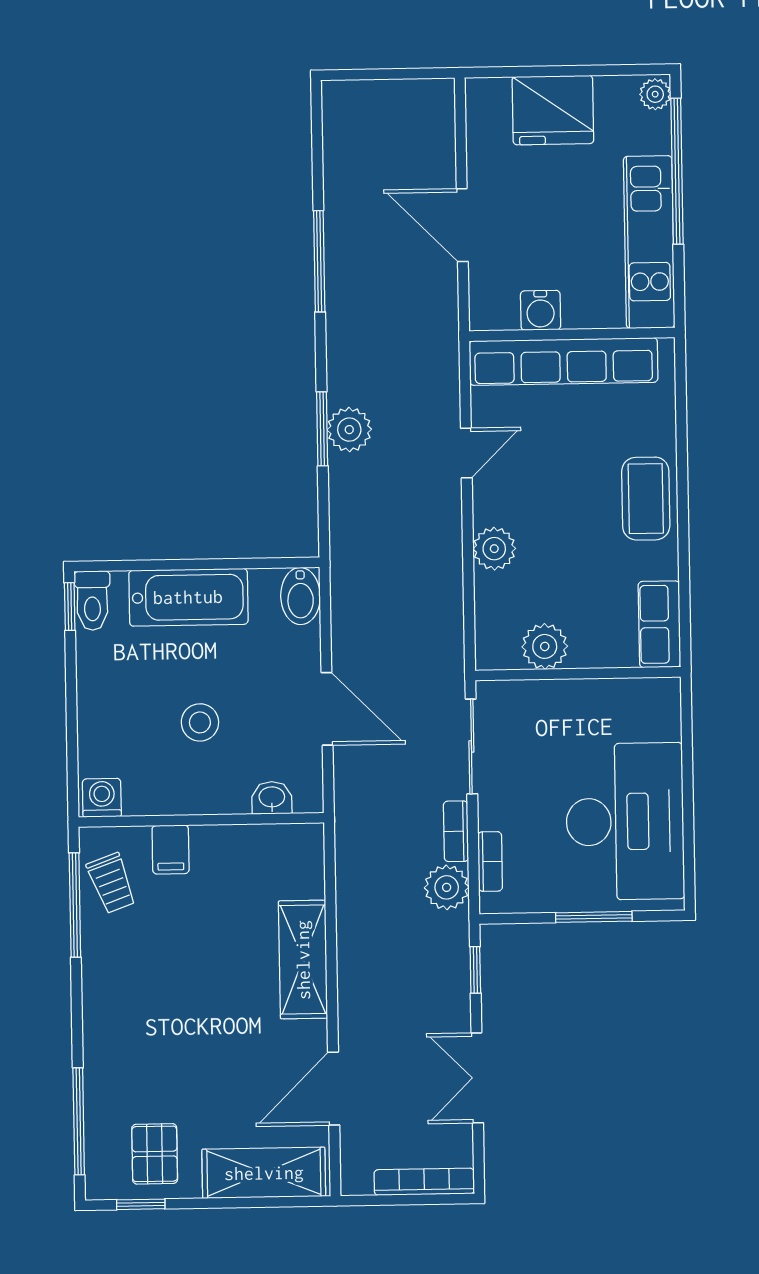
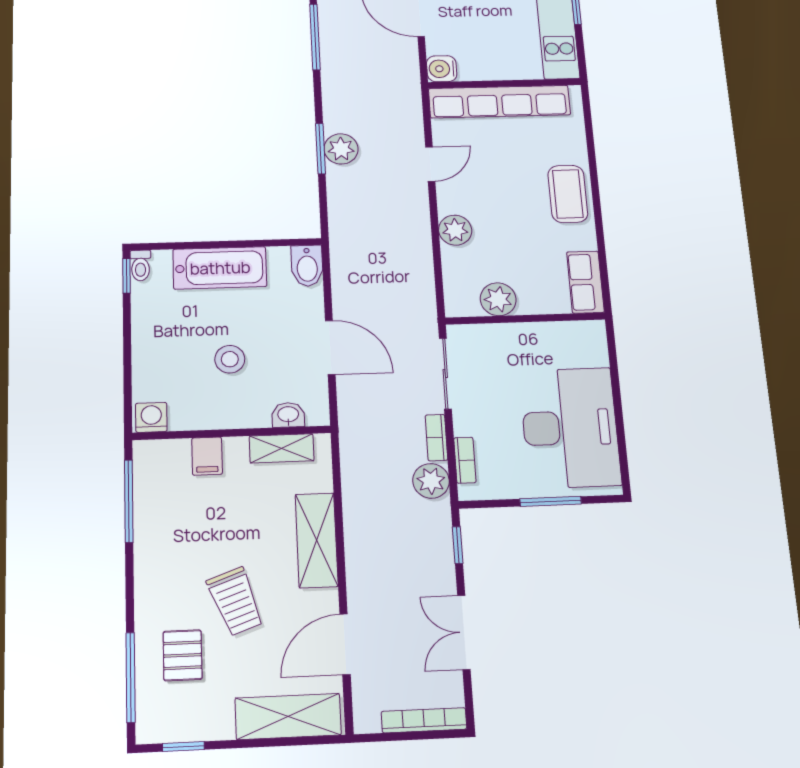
water cooler: (541, 310) -> (442, 69), moved, turned 90
toilet: (92, 601) -> (140, 265), width x0.73, depth x0.72
shelving: (263, 841) -> (282, 448), added
trolley: (111, 883) -> (235, 601), moved, width x1.36, depth x1.39
pallet: (155, 1154) -> (183, 655), moved

